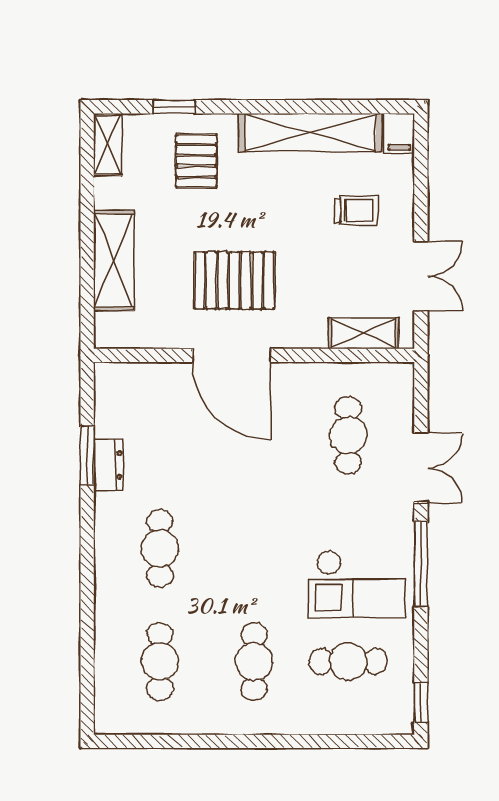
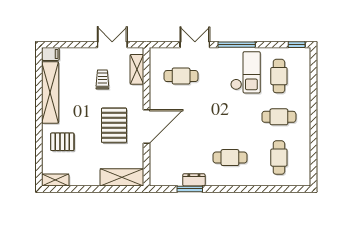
window: (174, 107) -> (39, 151), removed
trolley: (356, 211) -> (102, 80), moved
shelving: (114, 260) -> (122, 177), moved
cafe table: (160, 661) -> (279, 158), turned 90

